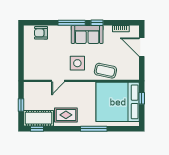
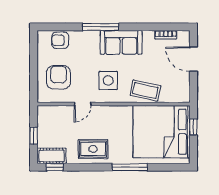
window: (97, 23) -> (134, 27), removed
armchair: (40, 61) -> (58, 77), added
cot: (39, 118) -> (52, 156), width x0.73, depth x0.75

